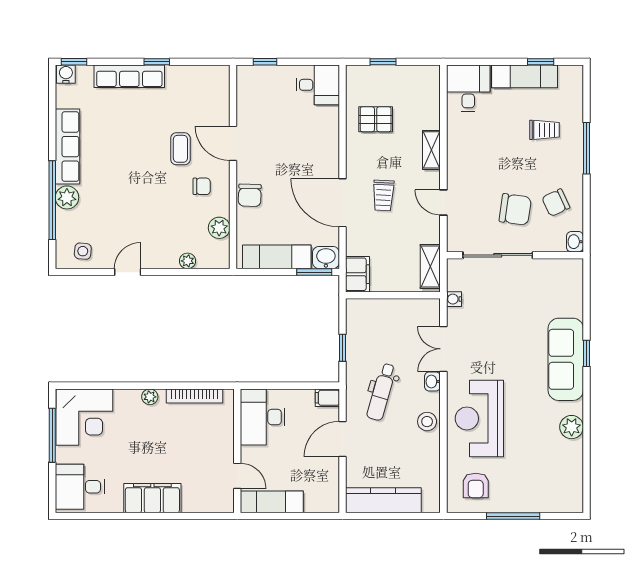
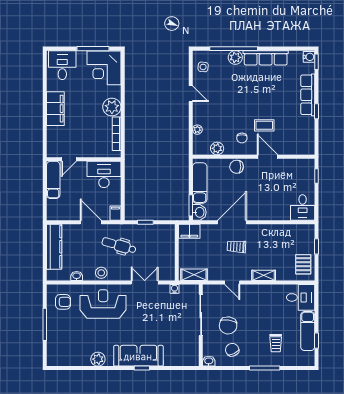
pallet: (376, 119) -> (303, 264), moved
door: (233, 143) -> (268, 157), hinge flipped
door: (443, 202) -> (232, 283), swing flipped
washbasin: (432, 381) -> (77, 276), moved
plant: (150, 397) -> (112, 107), width x1.87, depth x1.87
armchair: (476, 486) -> (63, 302), turned 180

